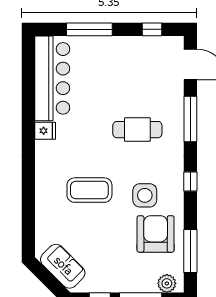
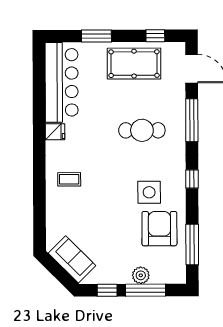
window: (89, 29) -> (96, 36), width x0.69
pool table: (129, 59) -> (134, 64), added
coffee table: (89, 190) -> (69, 179), moved, width x0.54, depth x0.58
plant: (167, 283) -> (141, 275), moved

